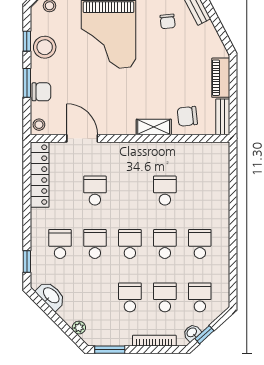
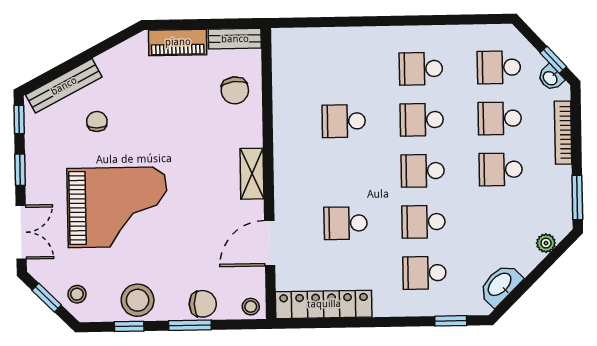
chair: (168, 21) -> (97, 121), turned -84
chair: (41, 92) -> (203, 304), turned 90
shelving: (154, 127) -> (252, 174), moved

